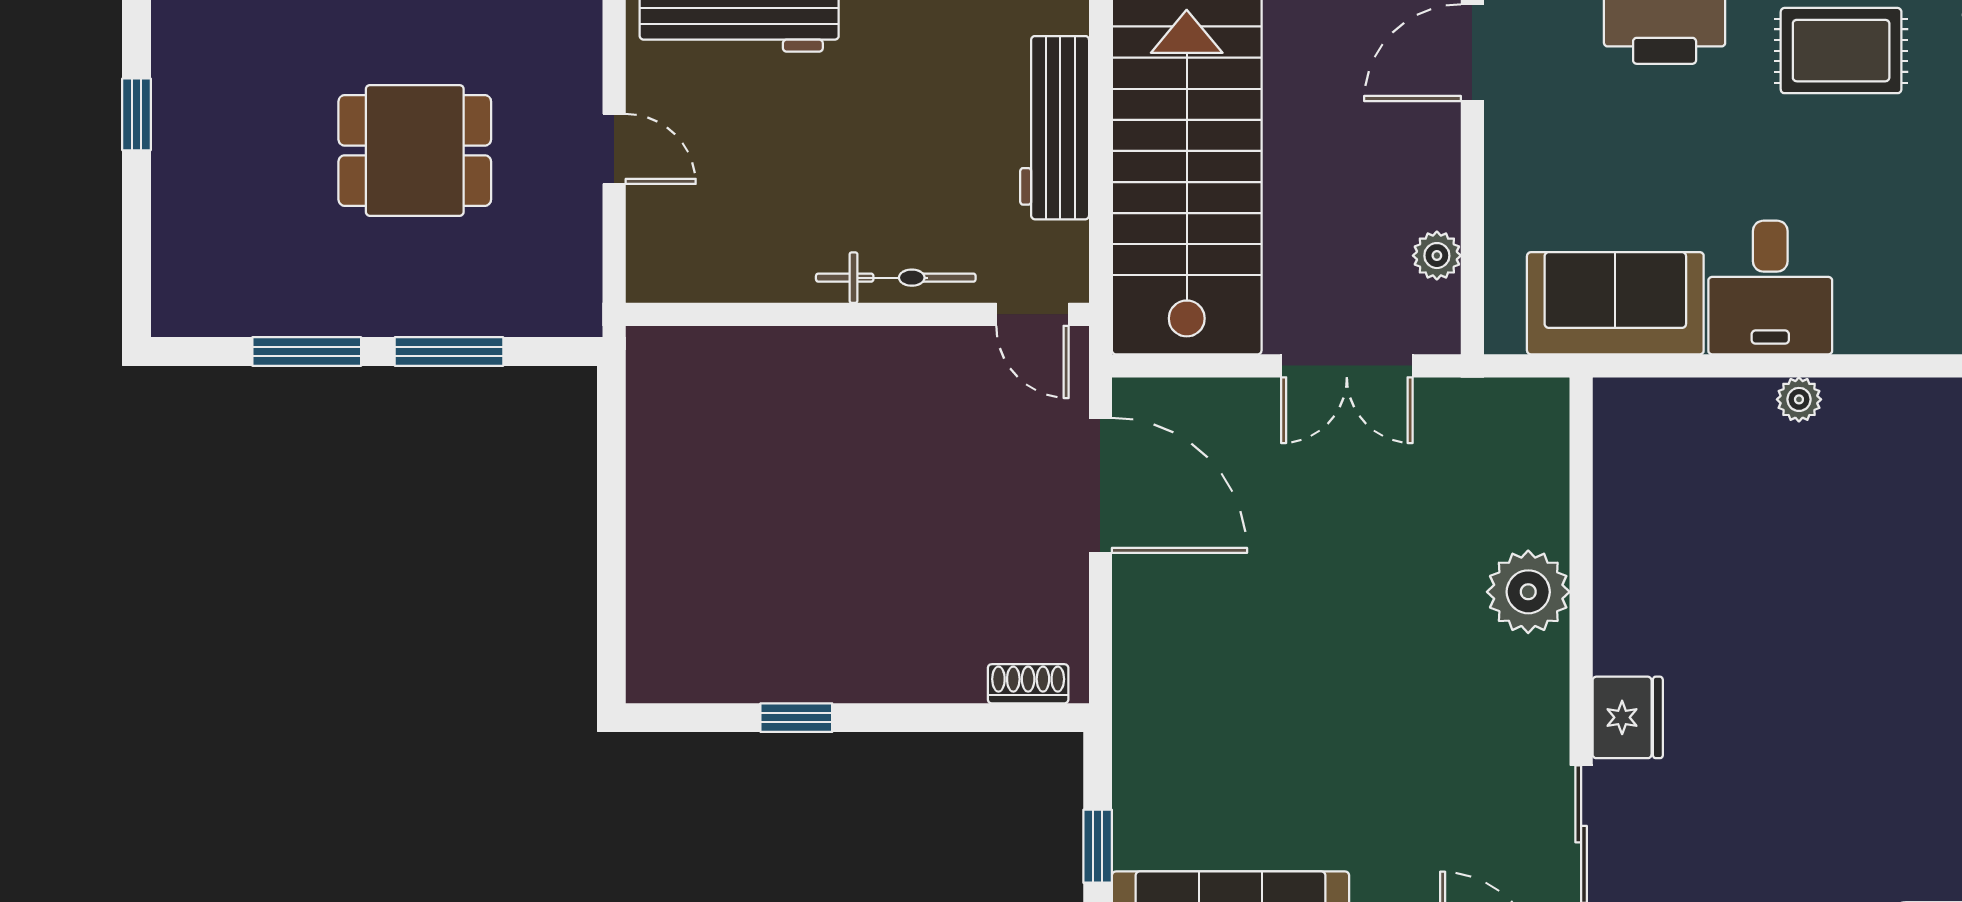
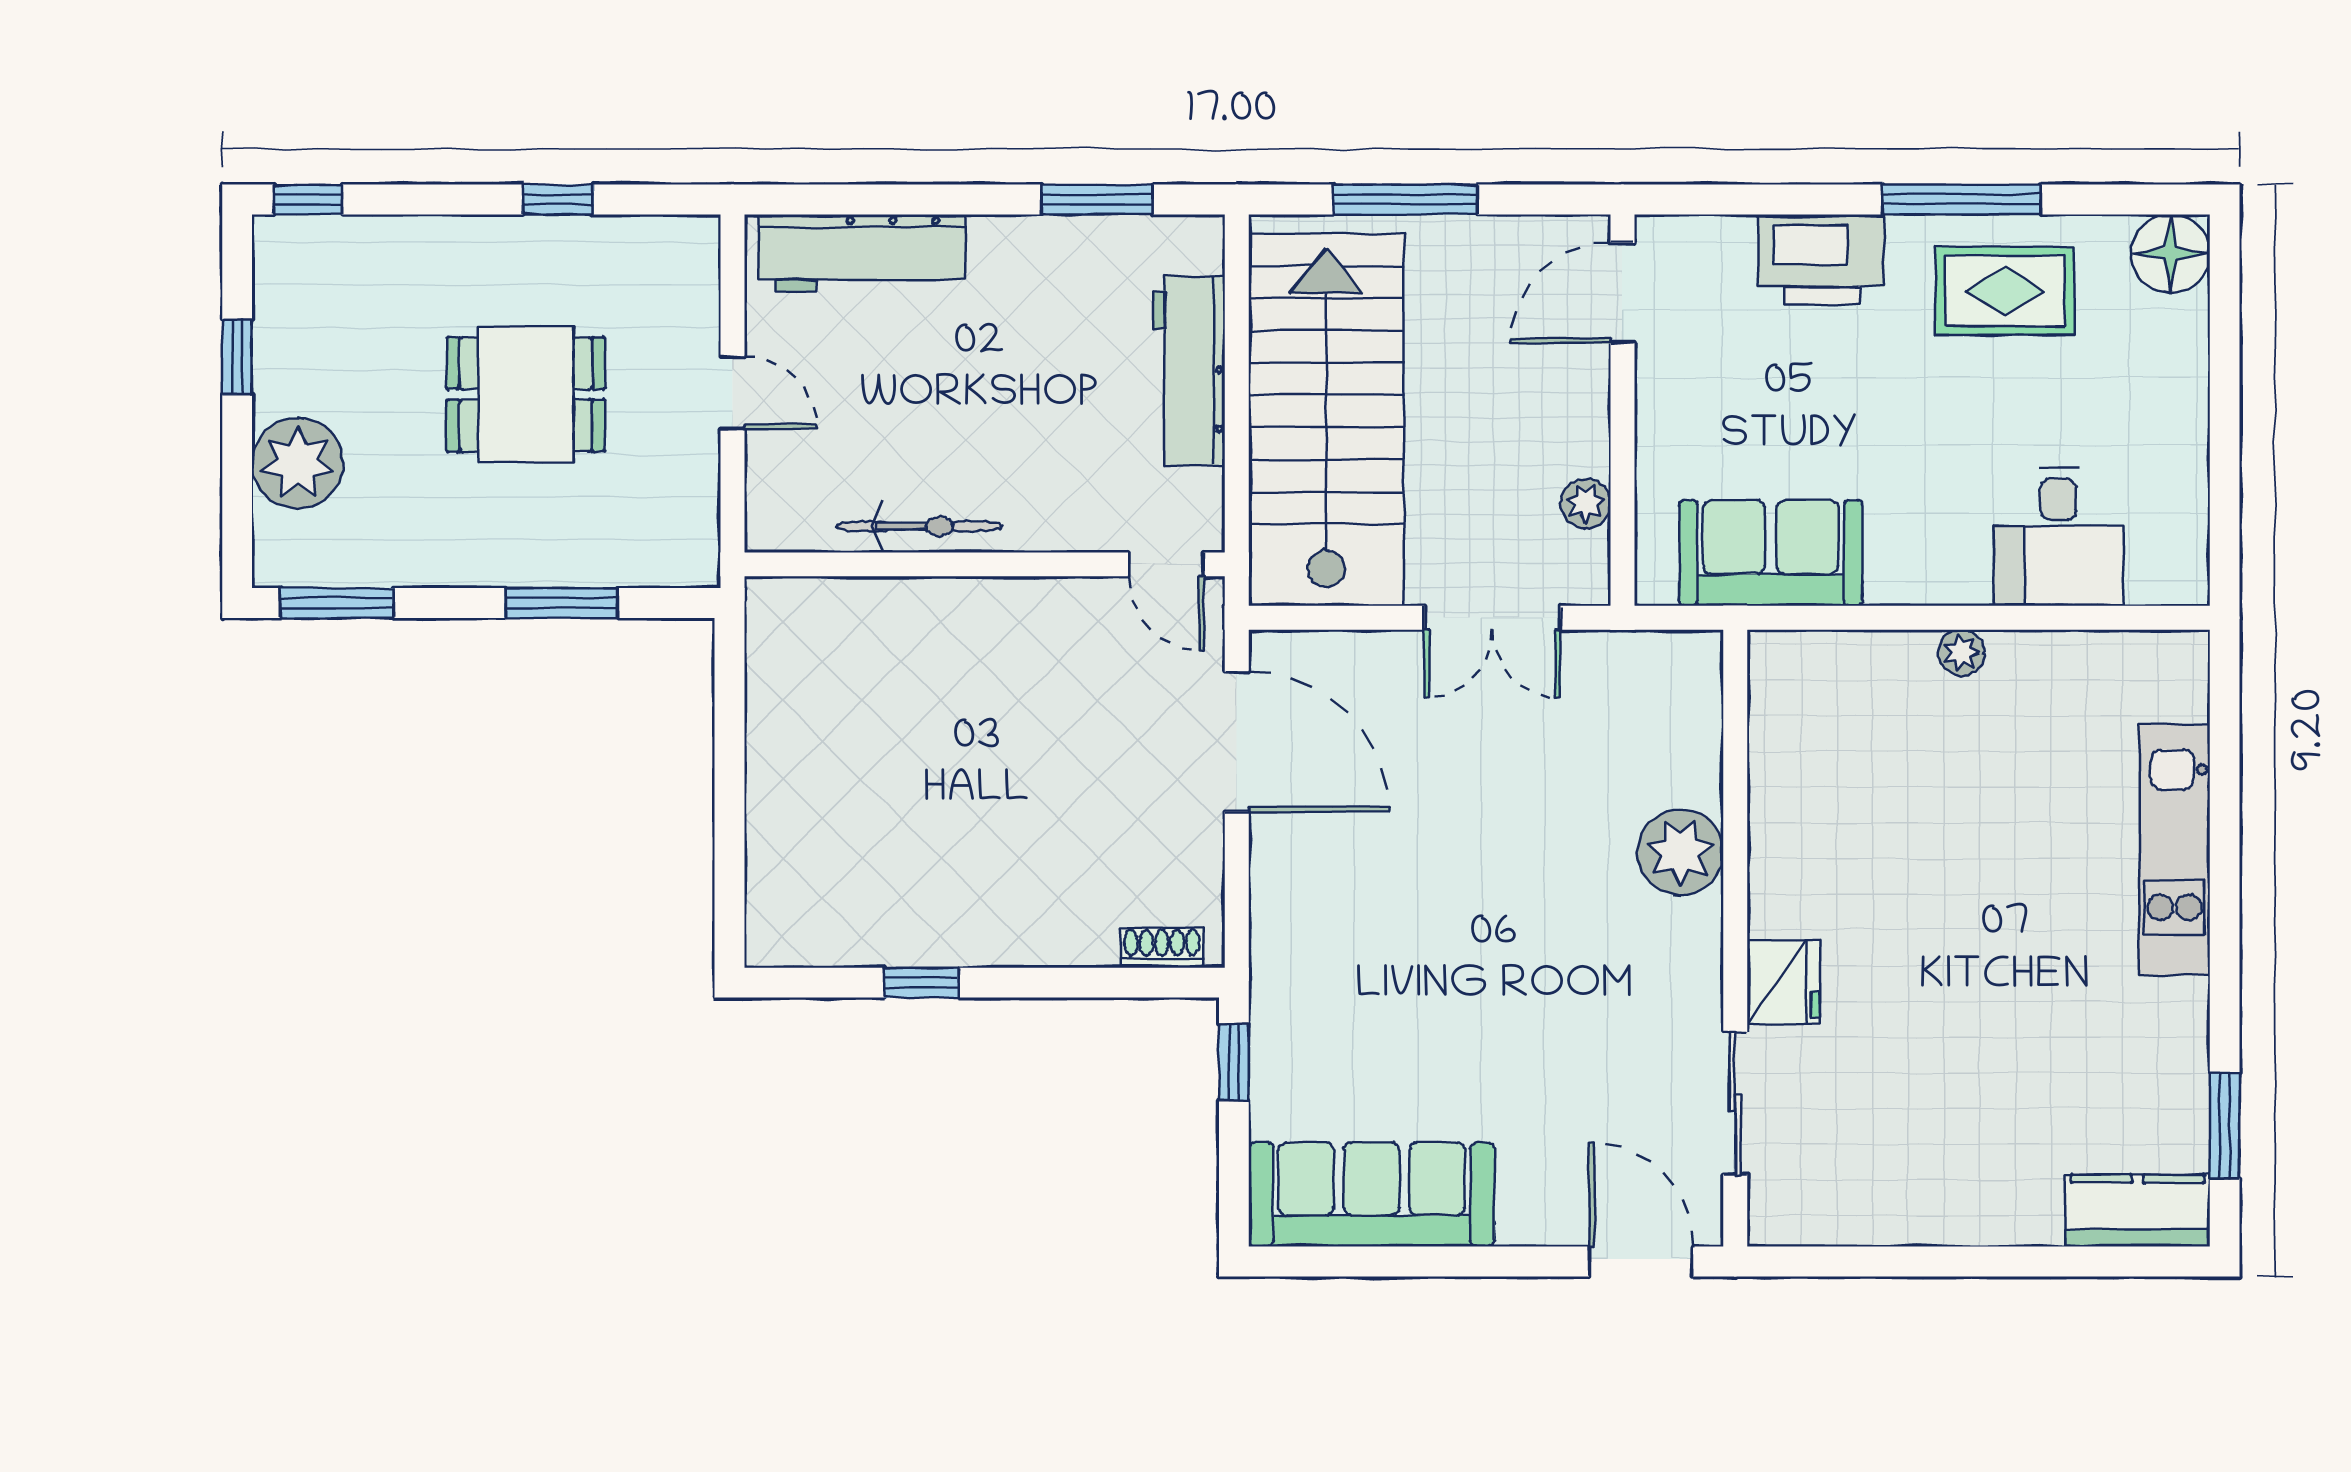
plant: (195, 217) -> (298, 463), added
bicycle: (896, 278) -> (919, 526), moved
desk: (1770, 288) -> (2058, 537), moved
window: (307, 352) -> (337, 603), moved
window: (1098, 846) -> (1234, 1062), moved

